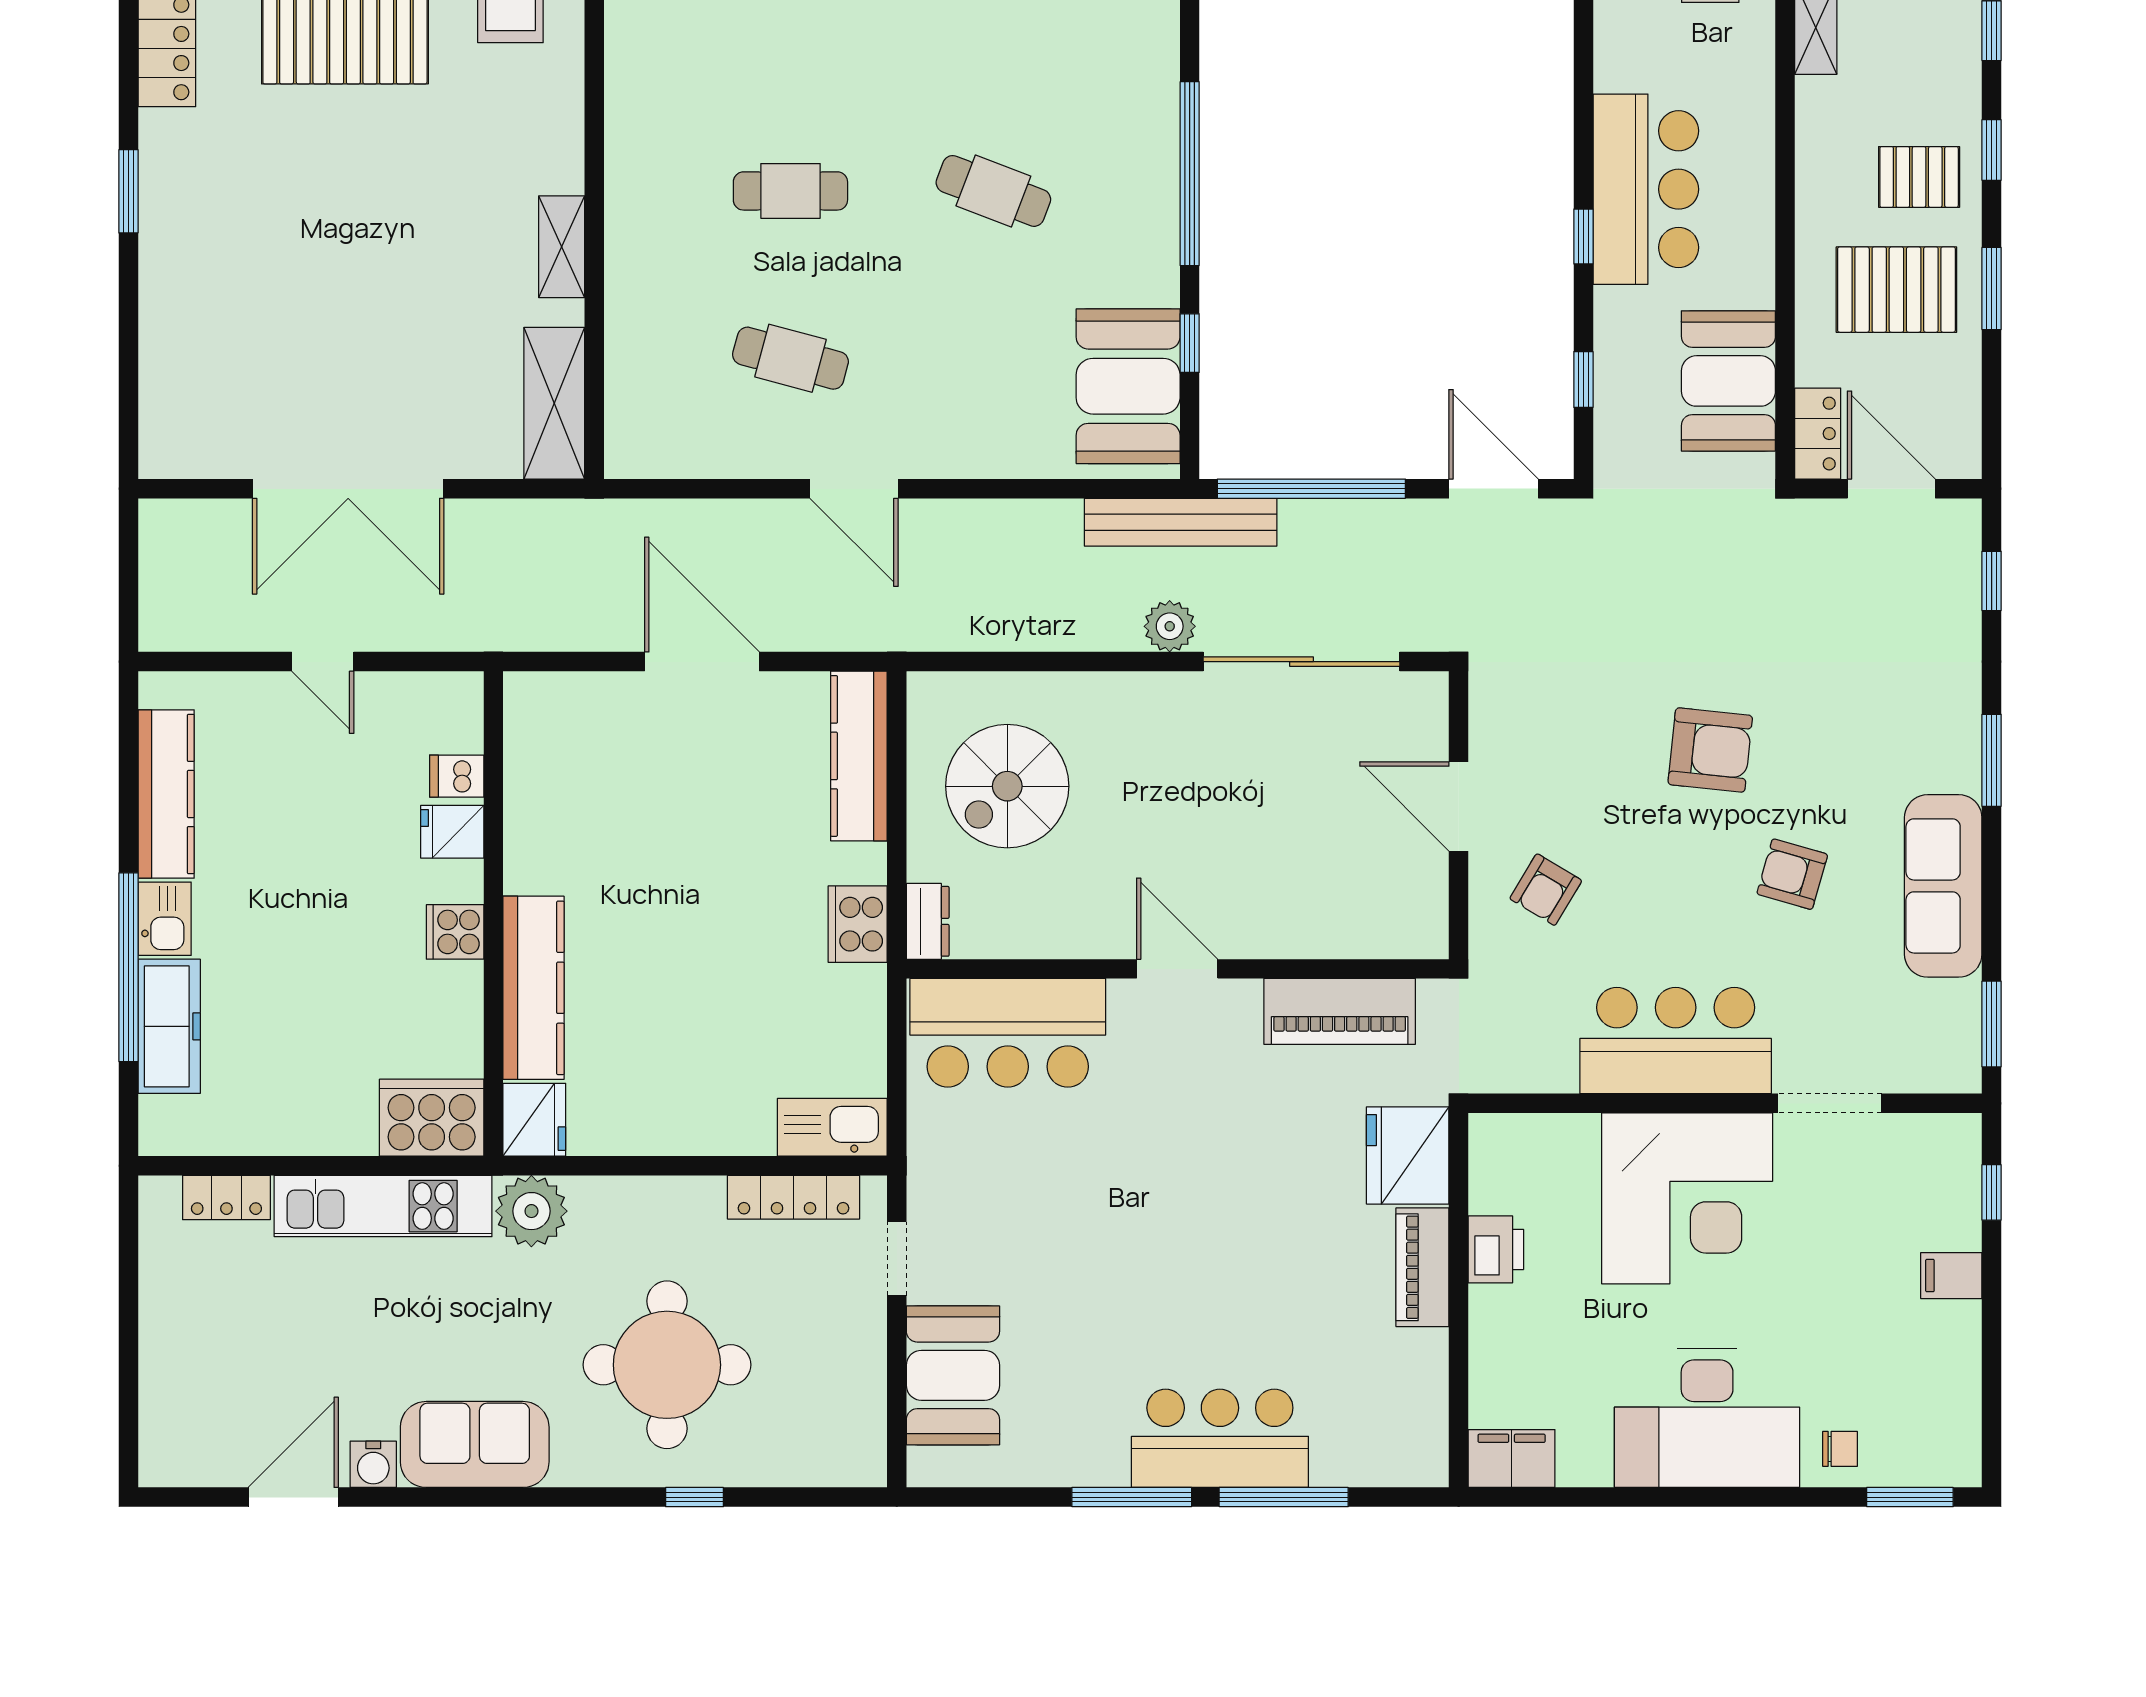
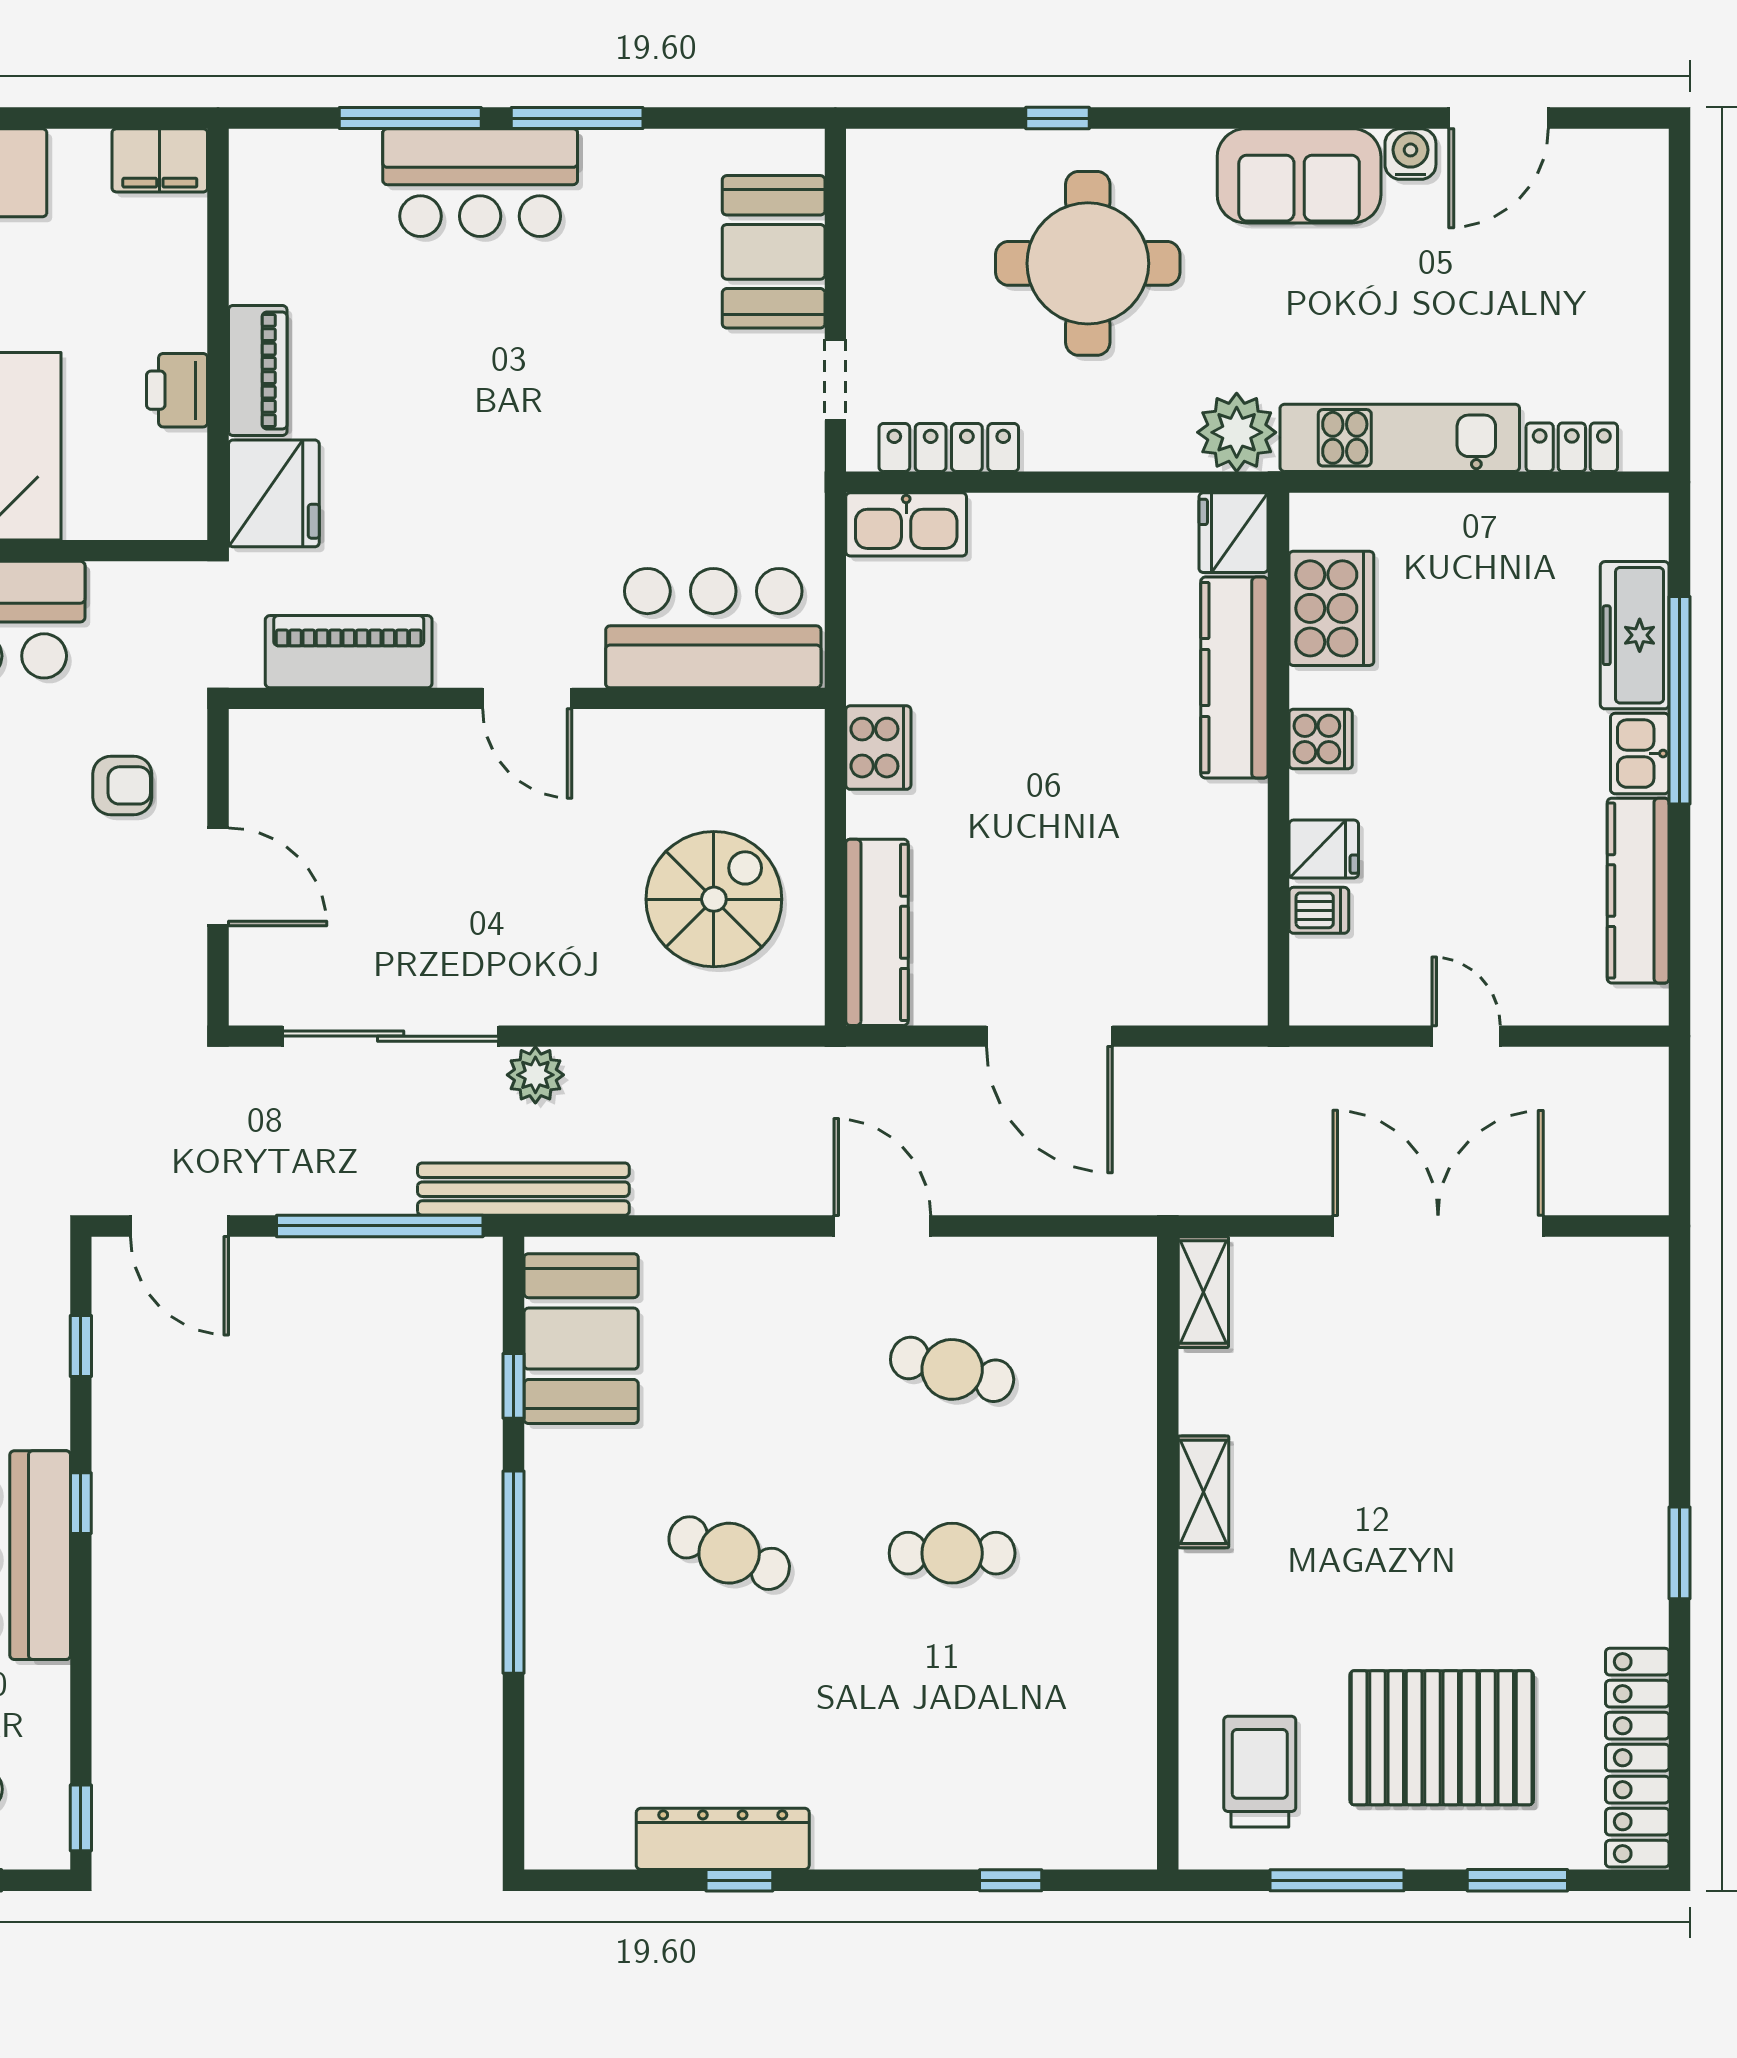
shelving: (554, 403) -> (1203, 1292), width x0.67, depth x0.75
armchair: (1546, 890) -> (122, 785), turned 59
dresser: (928, 921) -> (801, 751), removed
cooker: (432, 1118) -> (1331, 608), moved, turned -90

